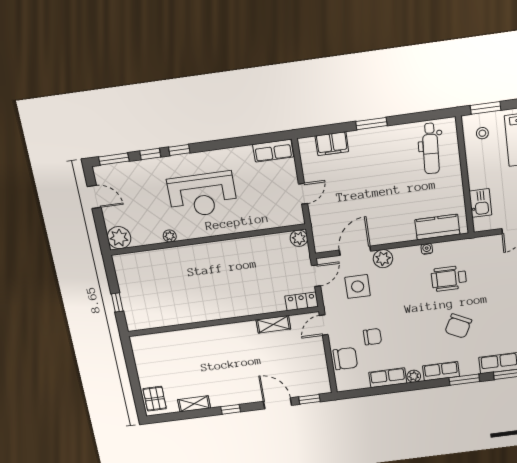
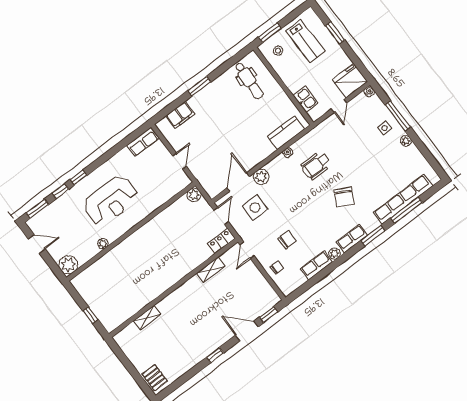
chair: (345, 359) -> (277, 268), width x0.54, depth x0.54
shelving: (194, 404) -> (147, 318), moved

